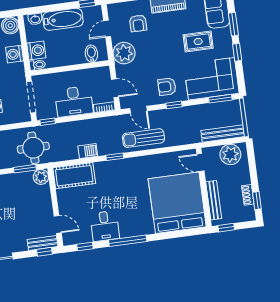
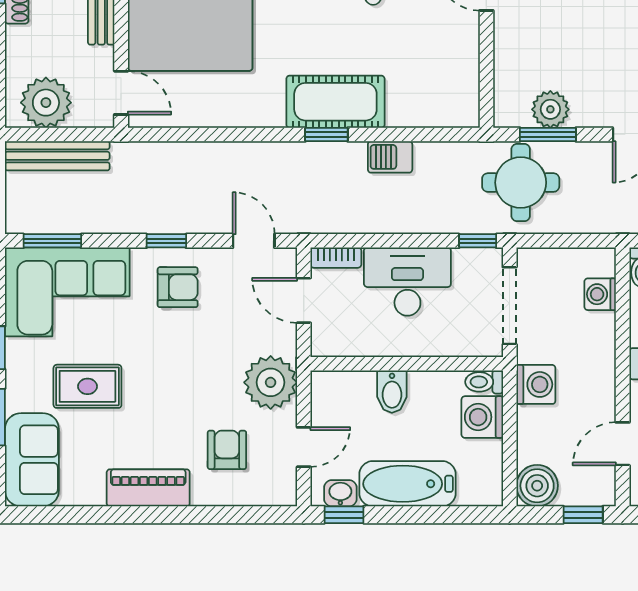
washbasin: (35, 19) -> (340, 493), moved
washing machine: (15, 54) -> (536, 384), moved
bidet: (91, 54) -> (392, 392), moved
sun lounger: (143, 138) -> (251, 170), removed
cot: (74, 176) -> (335, 102), moved
plant: (41, 177) -> (550, 109), moved

